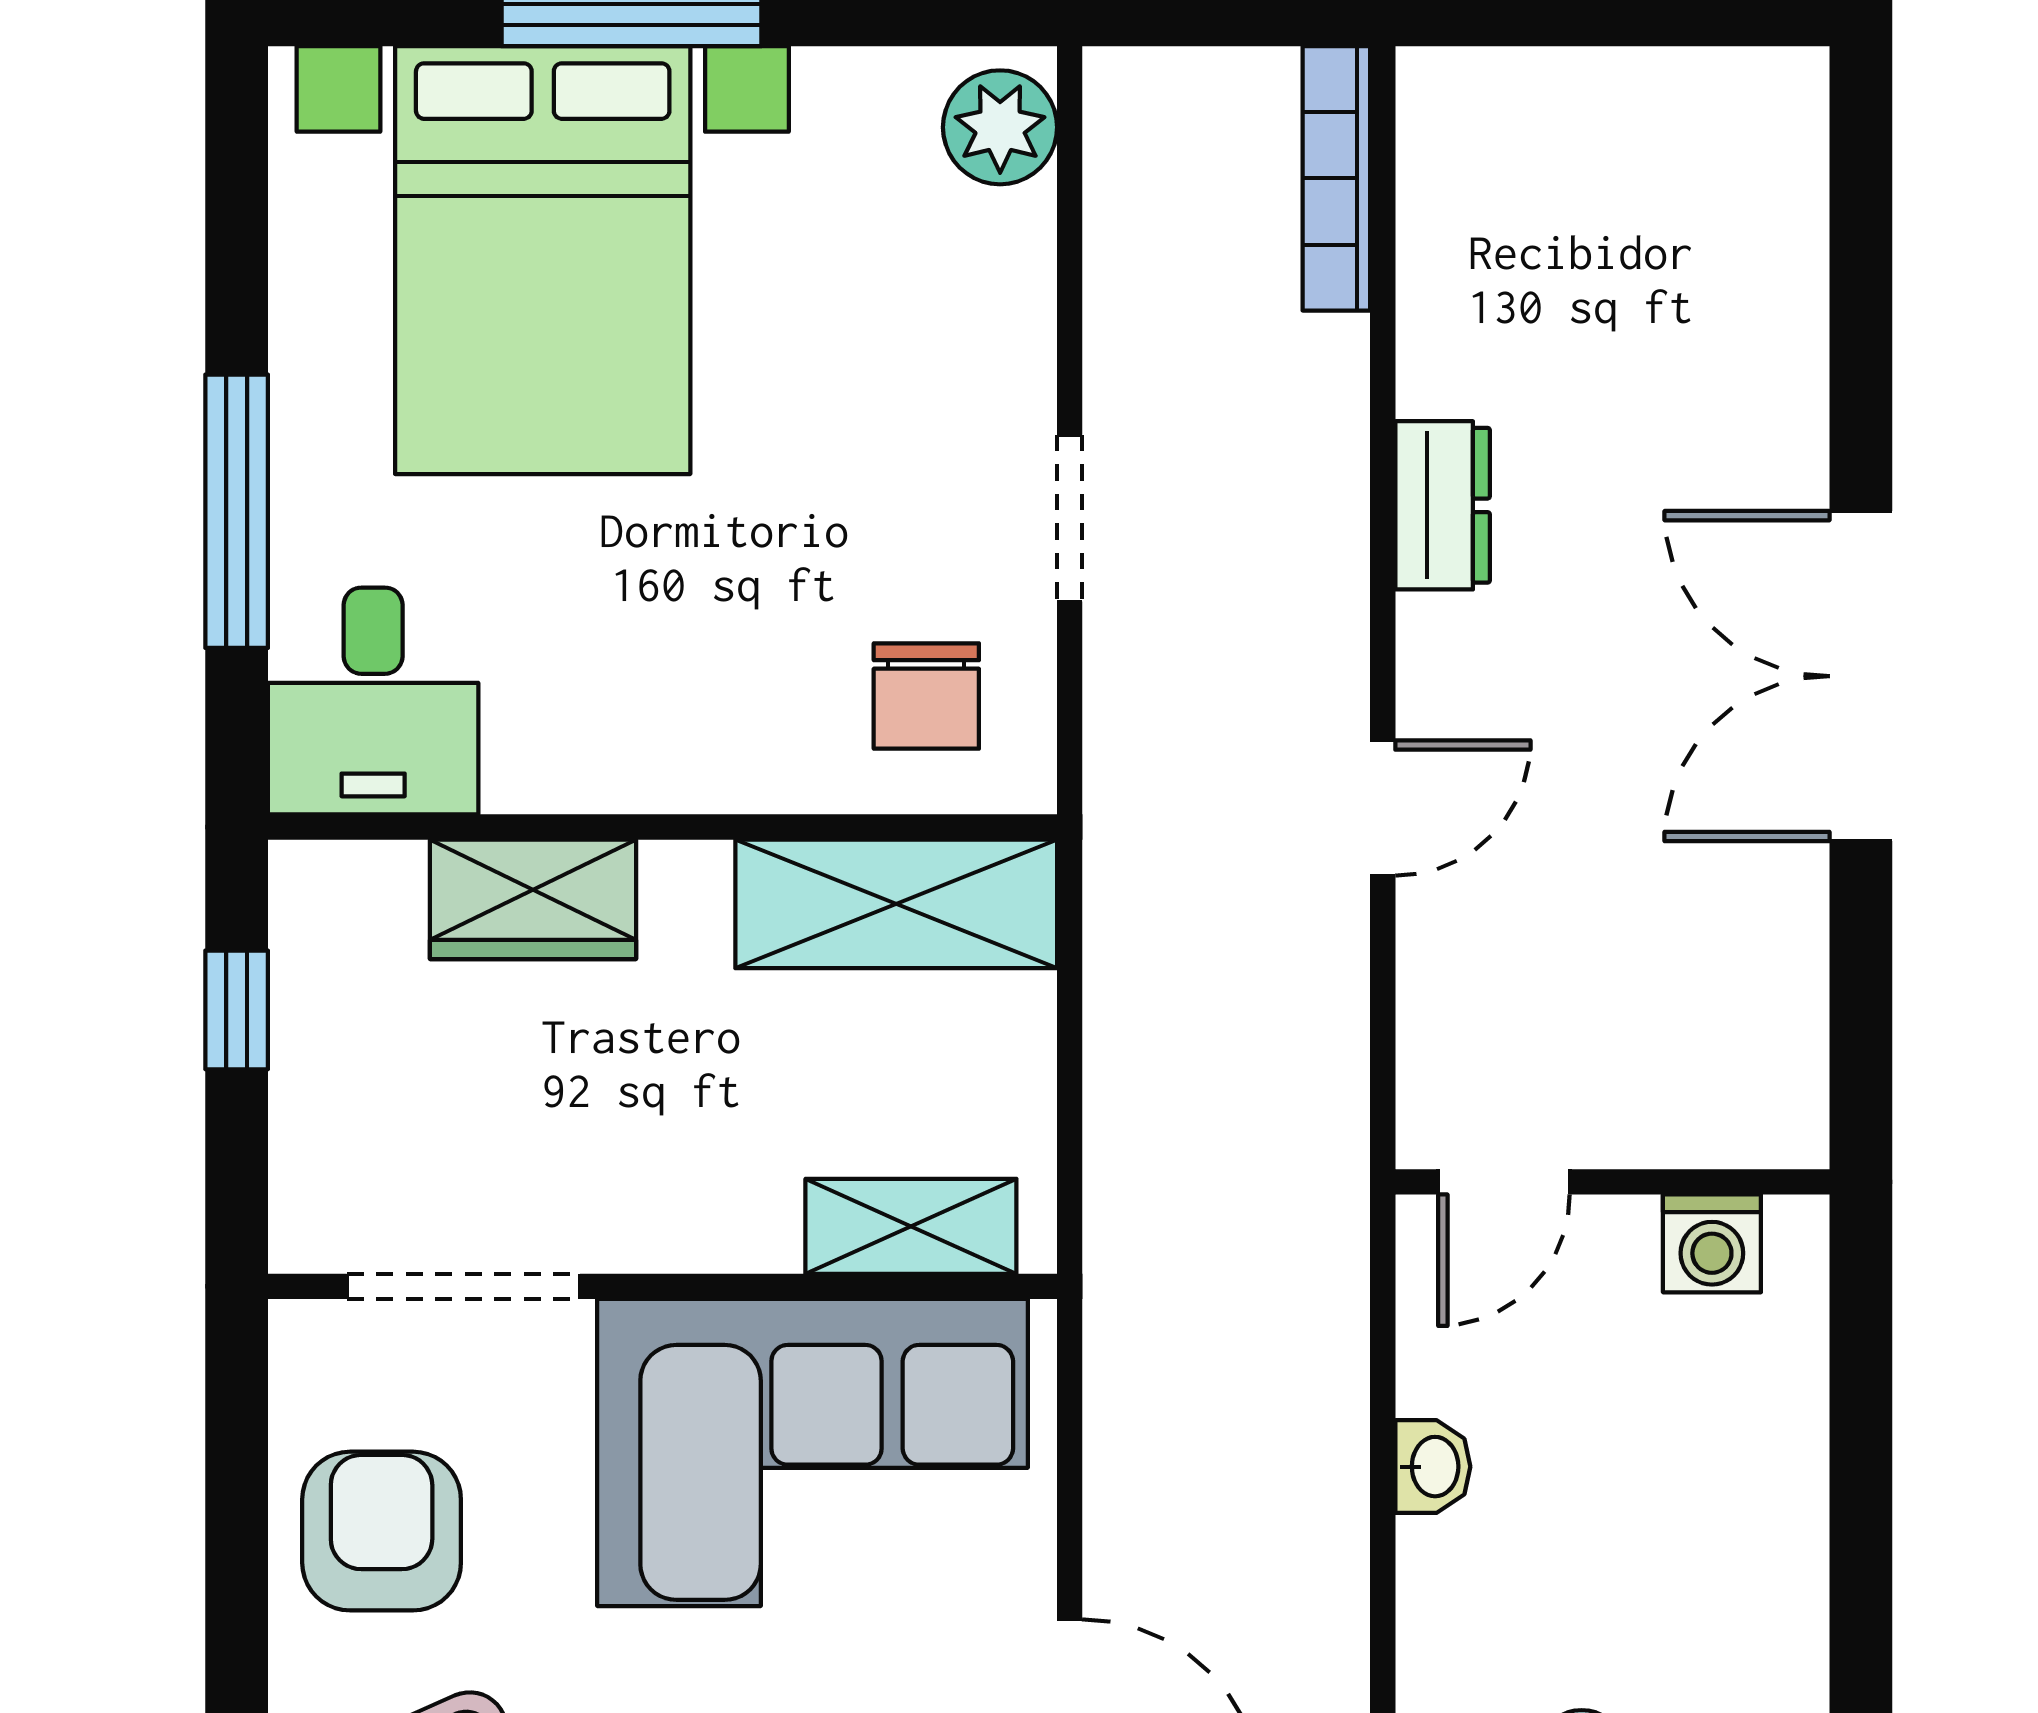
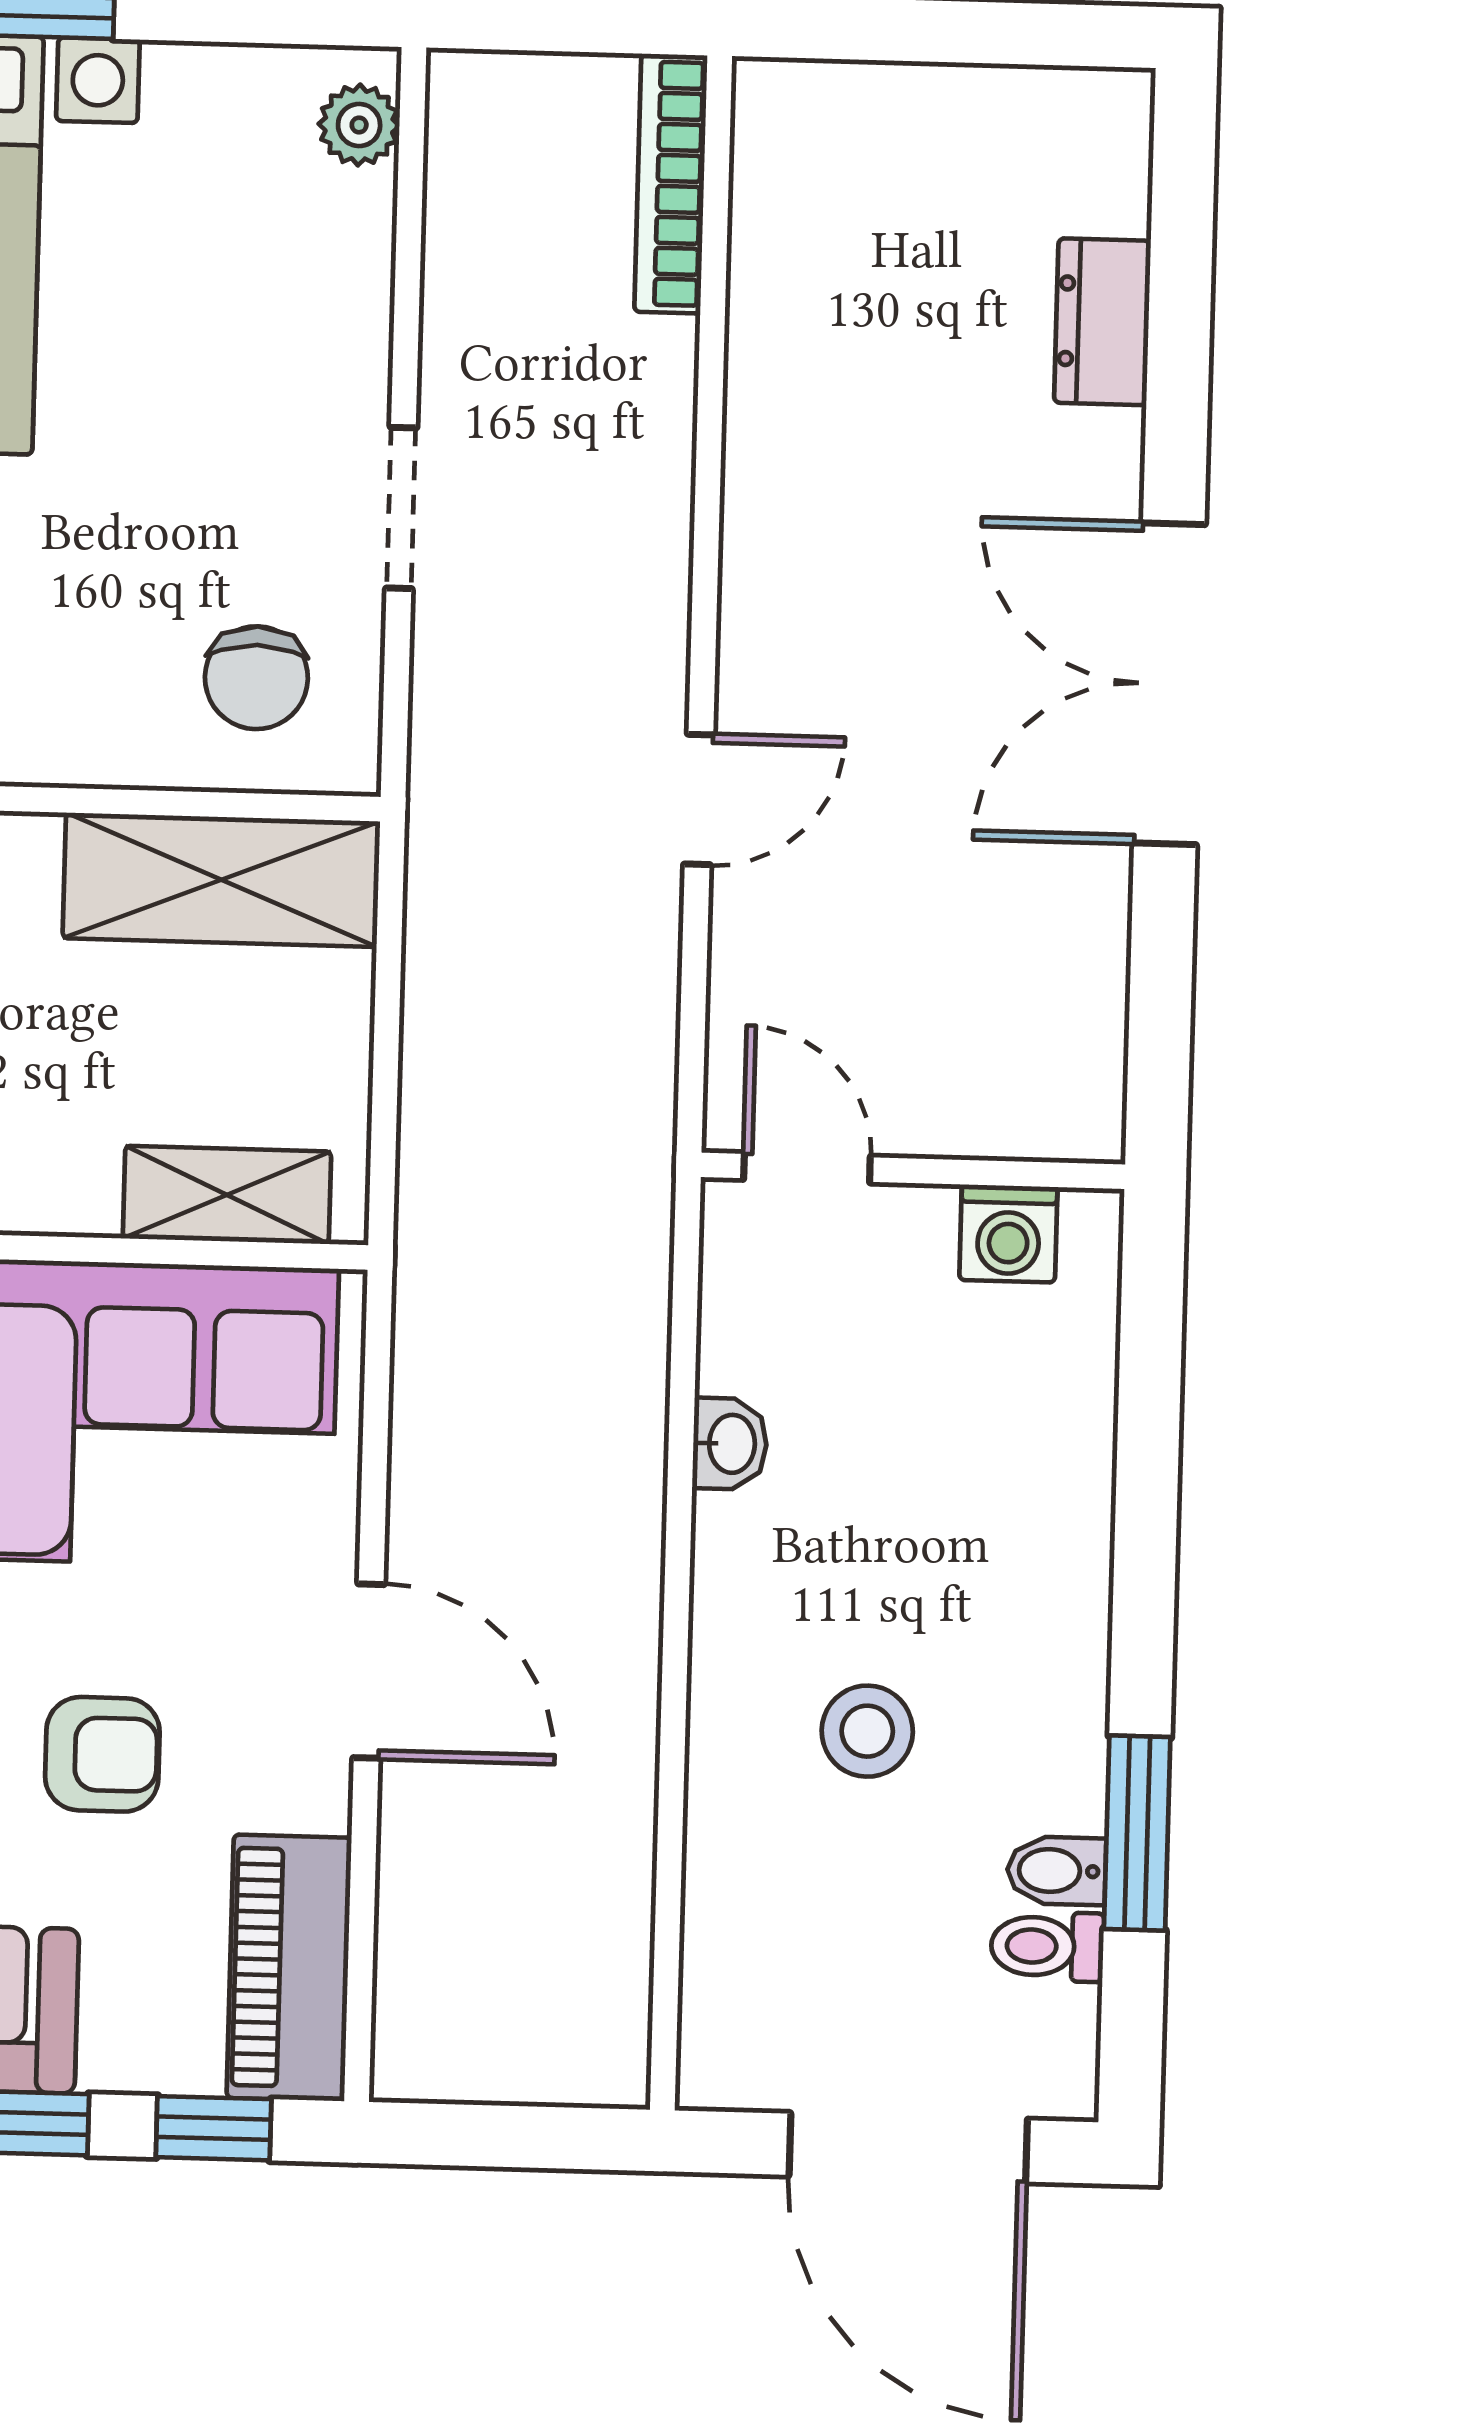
plant: (1000, 127) -> (359, 125), width x0.73, depth x0.73
dresser: (1443, 505) -> (1103, 322), moved, turned 180
door: (1504, 1182) -> (807, 1168), swing flipped

